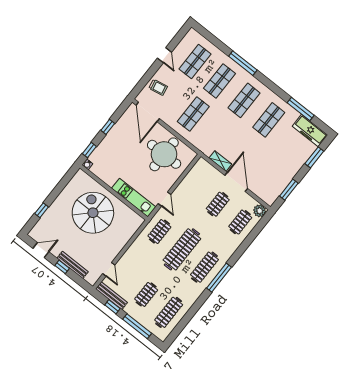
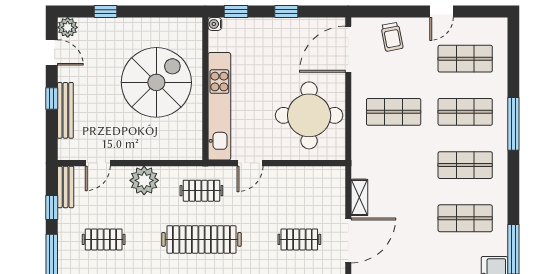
kitchen unit: (134, 198) -> (219, 106), width x1.36
plant: (35, 234) -> (68, 27), added
plant: (134, 254) -> (144, 180), added
bench: (112, 296) -> (66, 187), width x0.73

